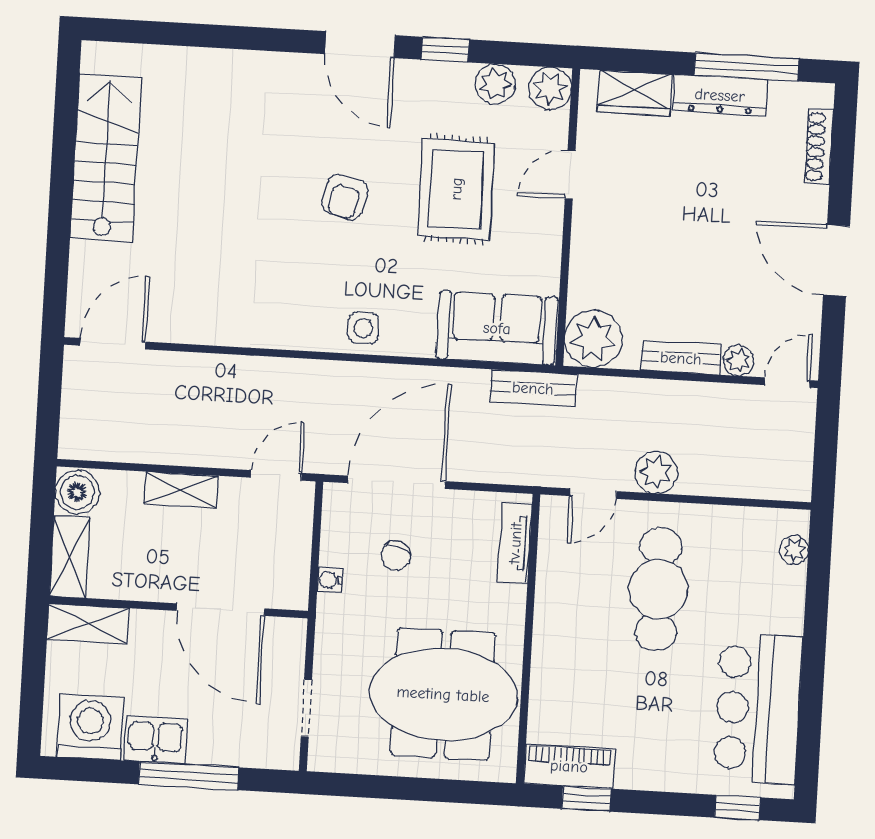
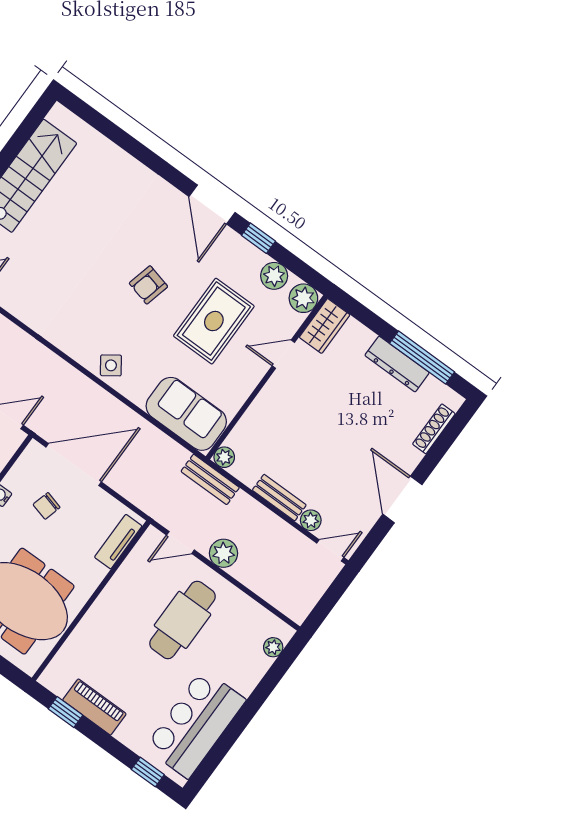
wardrobe: (635, 93) -> (325, 326), moved, turned -90
side table: (363, 328) -> (111, 365), turned -35
plant: (593, 339) -> (224, 457), width x0.53, depth x0.53
bench: (533, 388) -> (210, 479), moved
piano: (569, 766) -> (94, 707), moved

